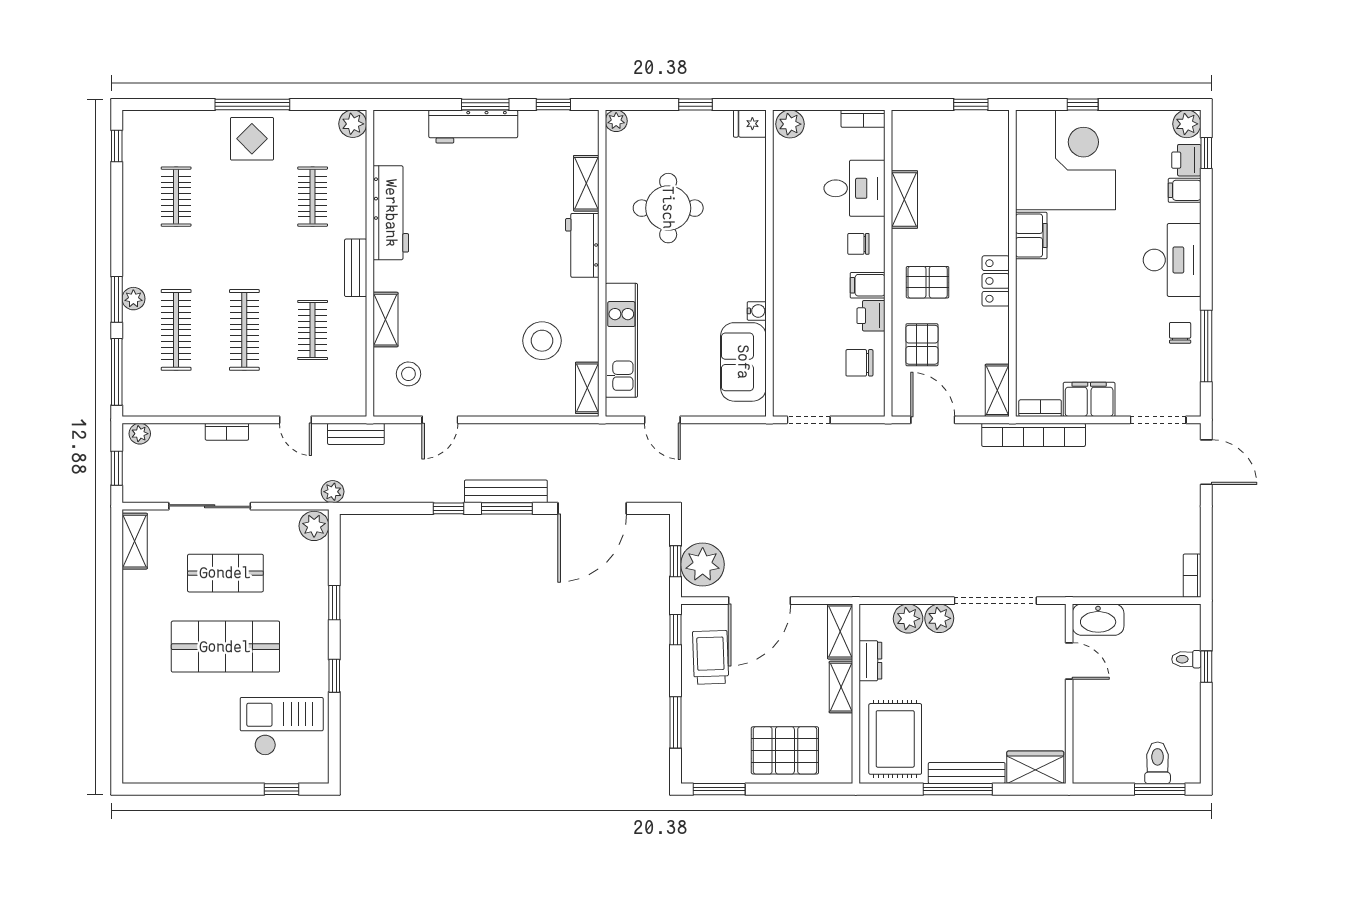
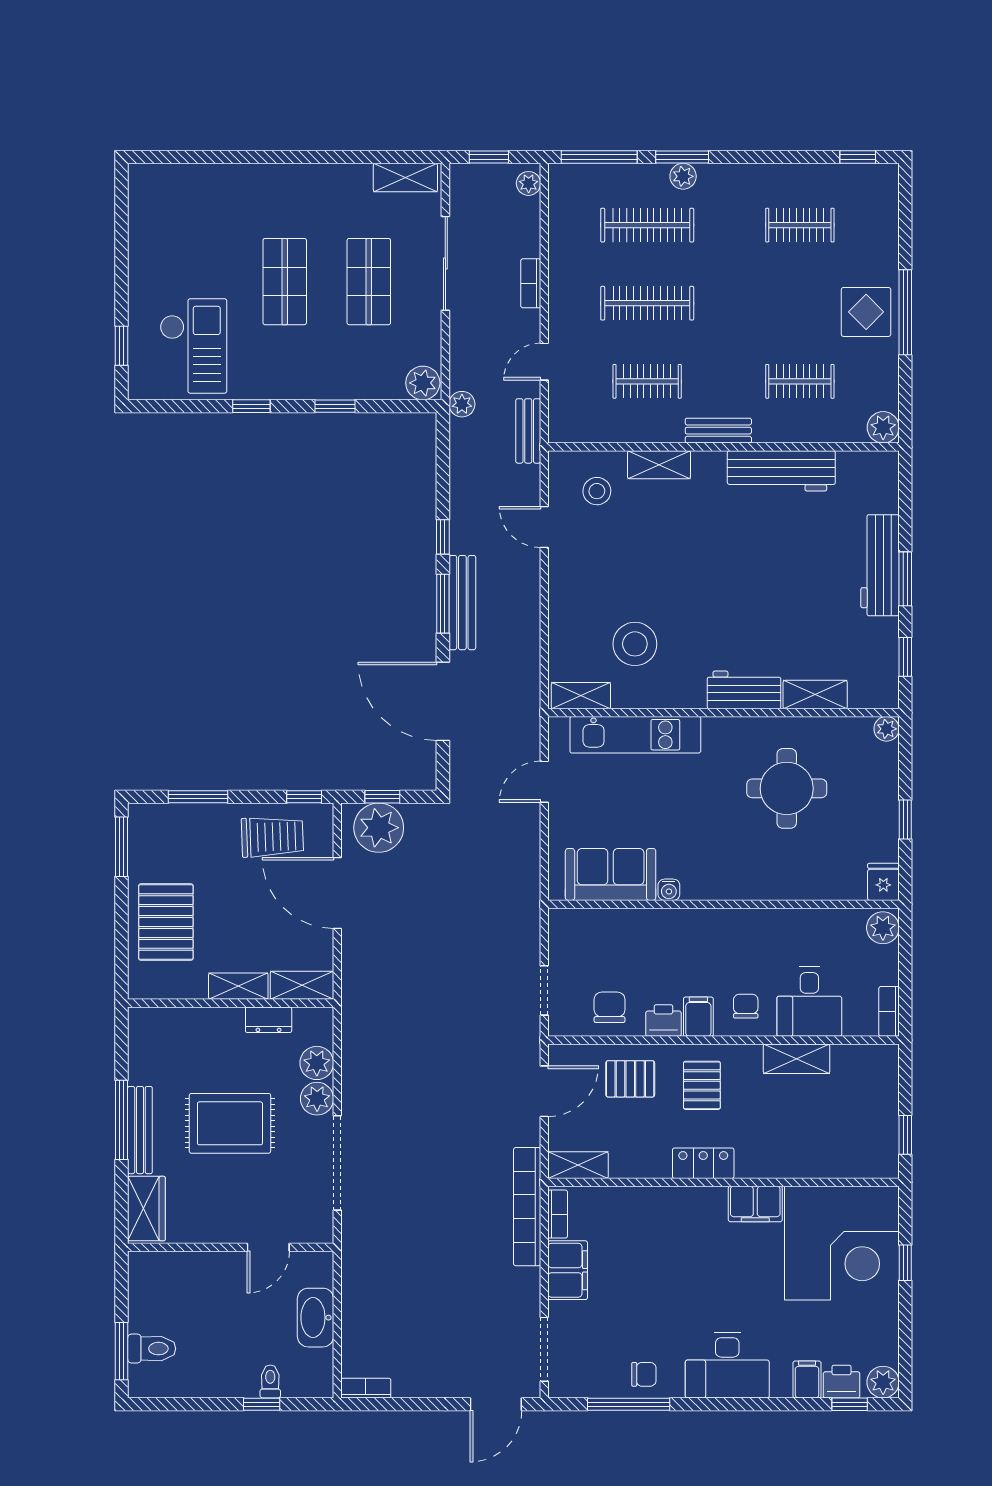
doorway: (809, 420) -> (544, 990), moved
washbasin: (1098, 620) -> (315, 1318), moved
shop shelf: (225, 647) -> (285, 282), width x0.70, depth x0.74
rug: (895, 739) -> (230, 1123), moved

